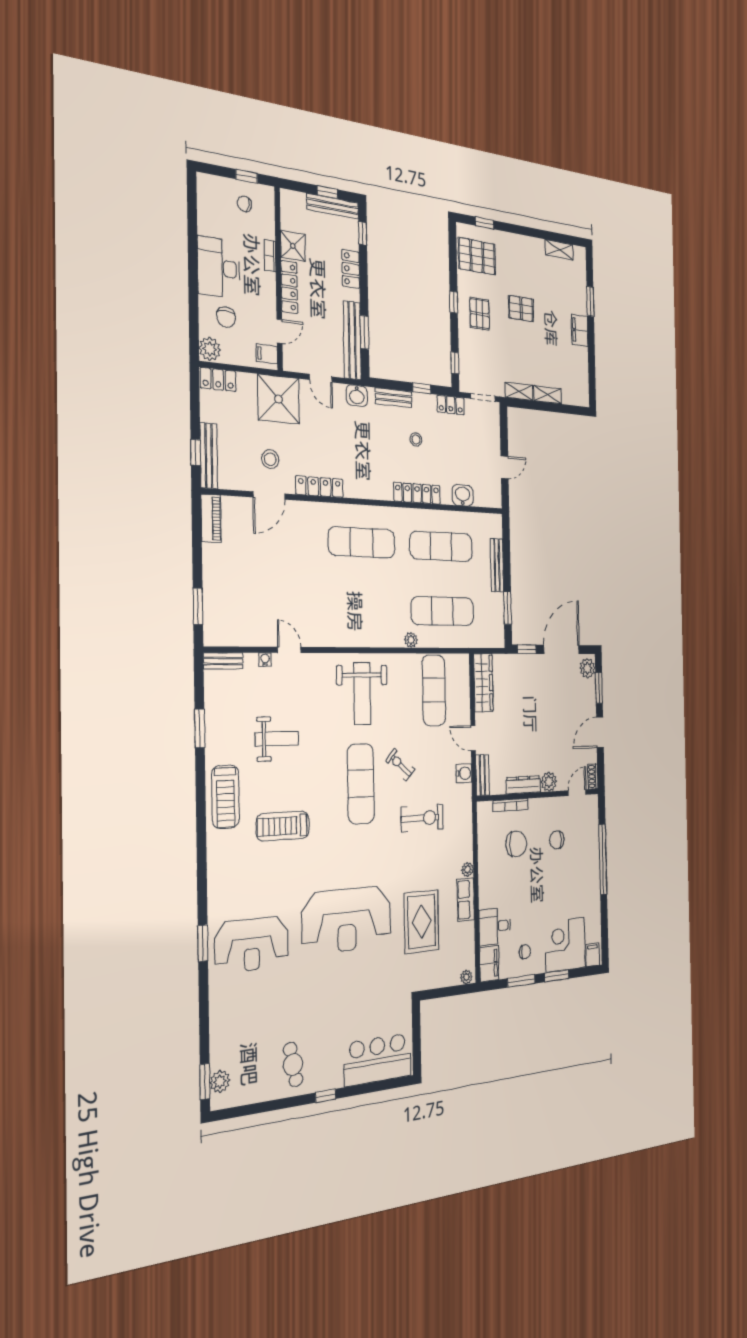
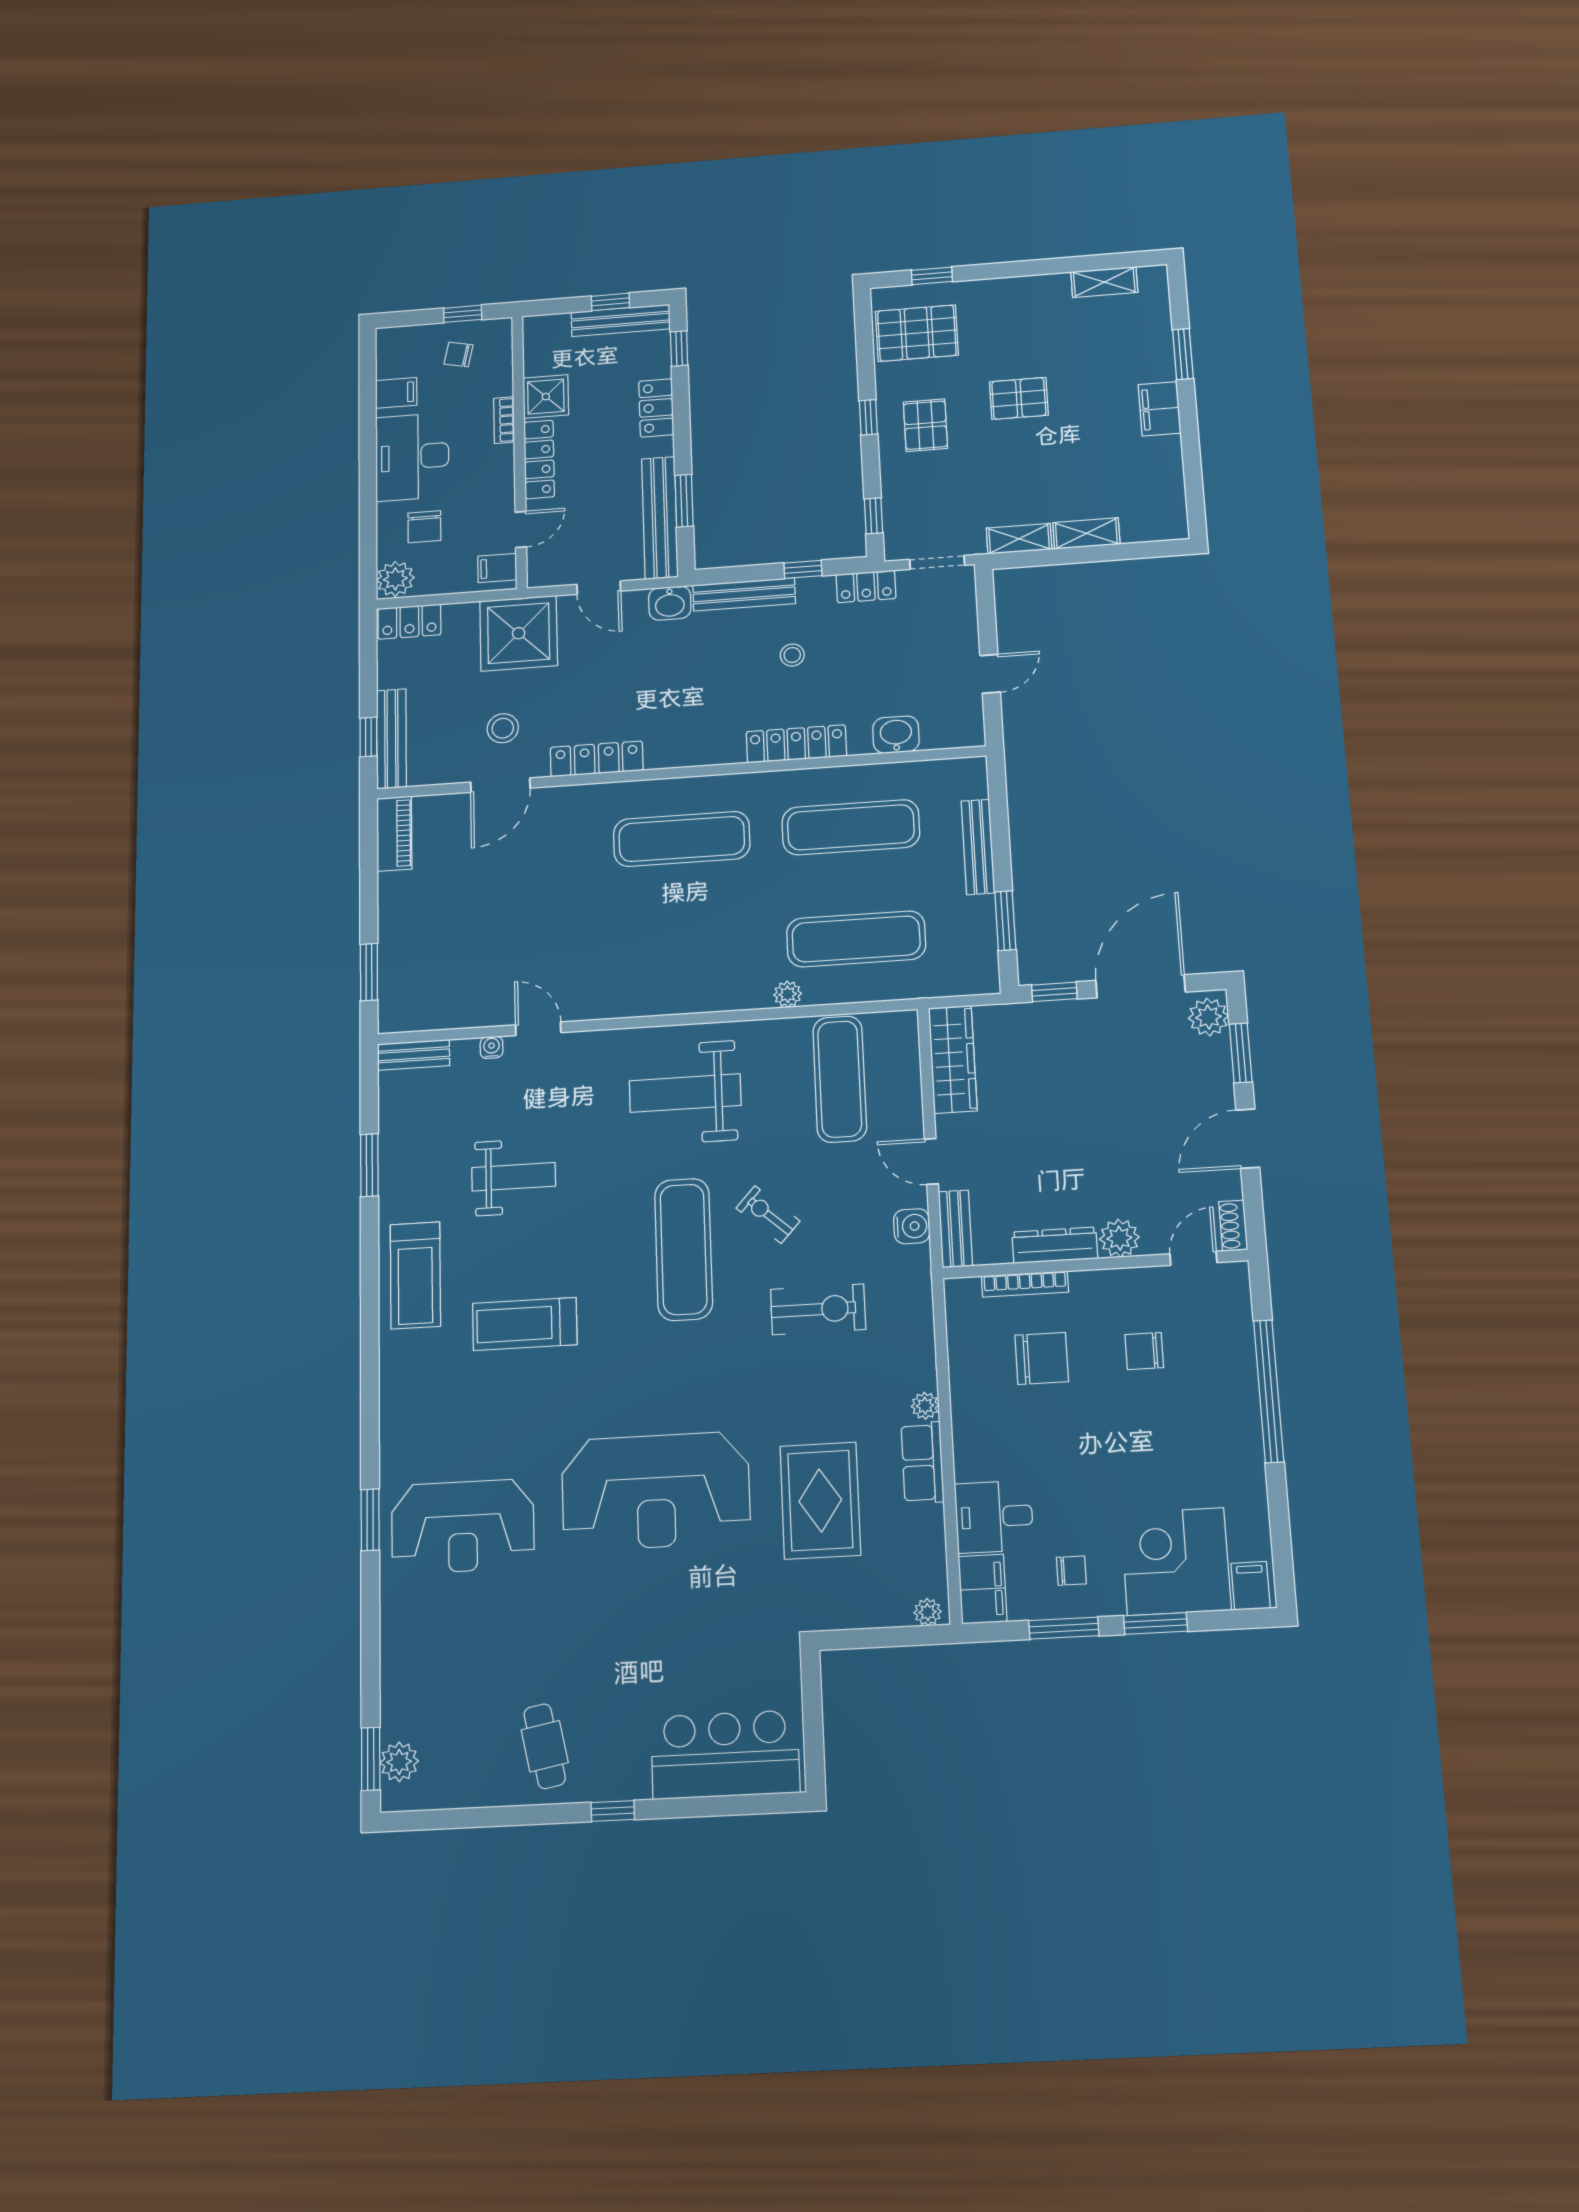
filing cabinet: (209, 221) -> (396, 393), added
bench: (393, 398) -> (744, 594), width x1.36
weight bench: (362, 694) -> (685, 1093), turned 90

